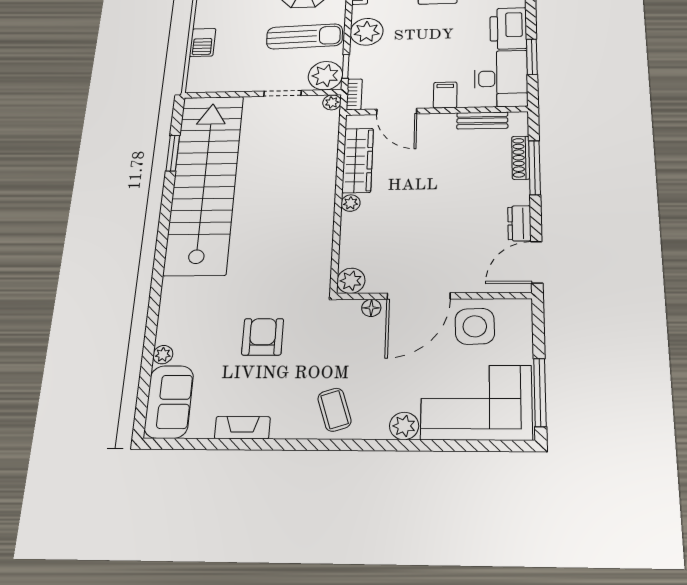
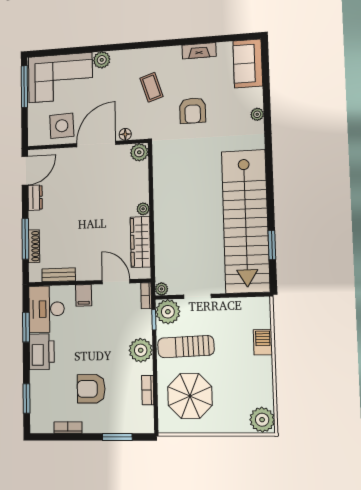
plant: (163, 355) -> (257, 114), moved
coffee table: (334, 410) -> (151, 87), moved

